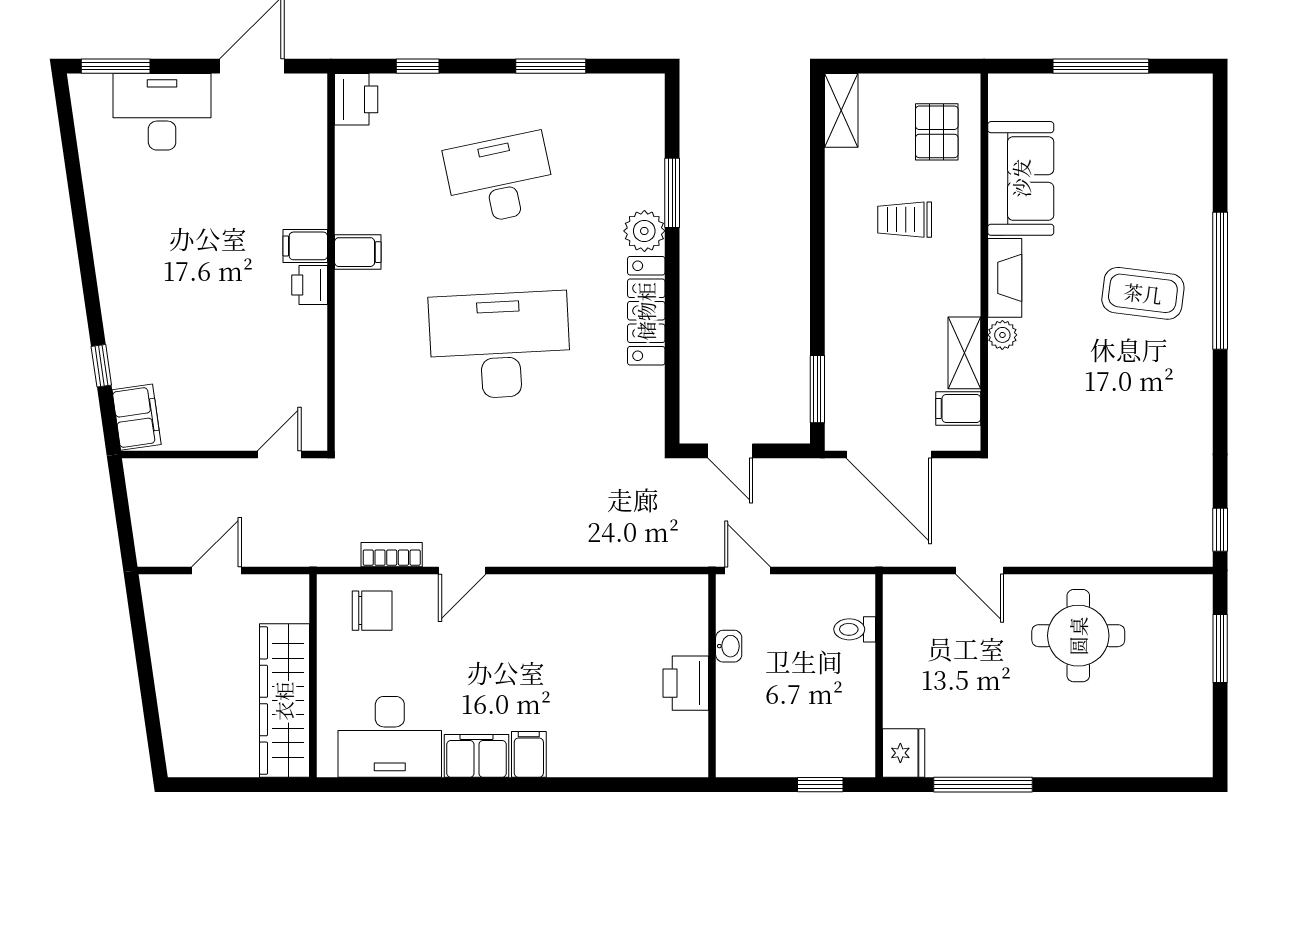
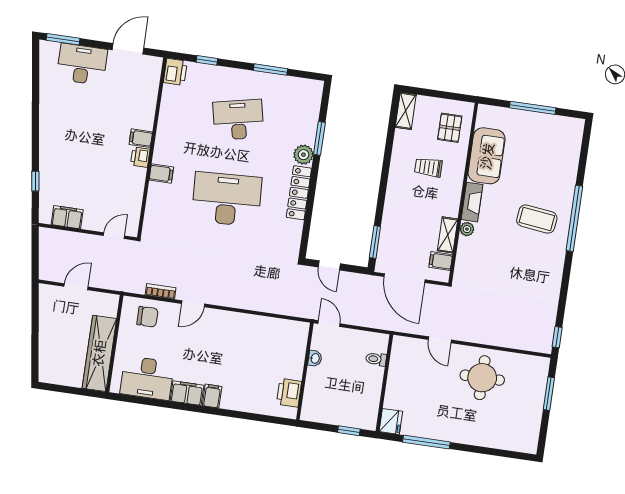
filing cabinet: (358, 252) -> (161, 174), moved
filing cabinet: (137, 417) -> (67, 217), moved, turned -82
printer: (686, 683) -> (289, 393), moved

